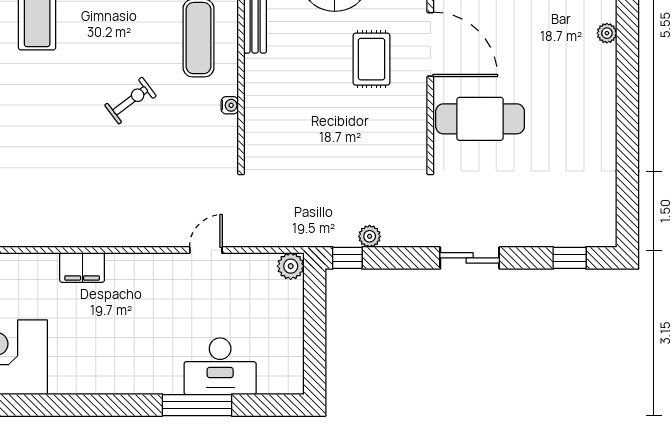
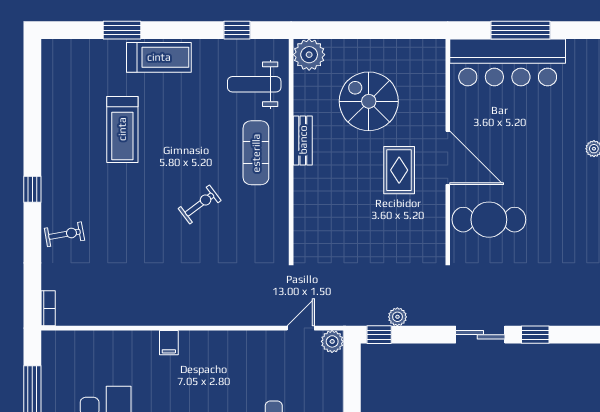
water cooler: (230, 105) -> (282, 208), removed
door: (206, 250) -> (301, 328), moved
window: (570, 258) -> (535, 335), moved
filing cabinet: (82, 268) -> (169, 343), width x0.50

